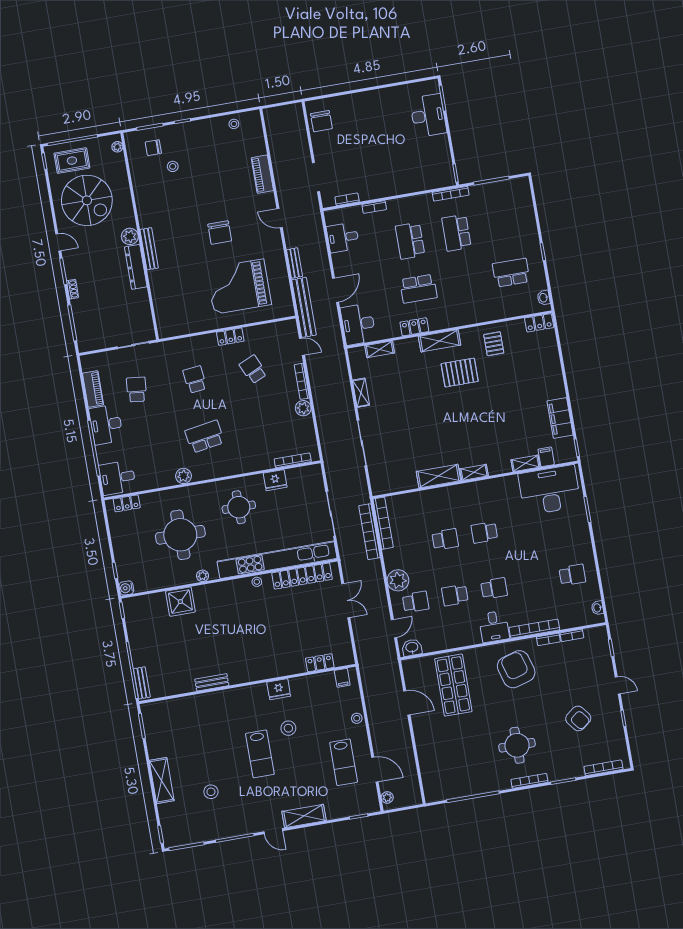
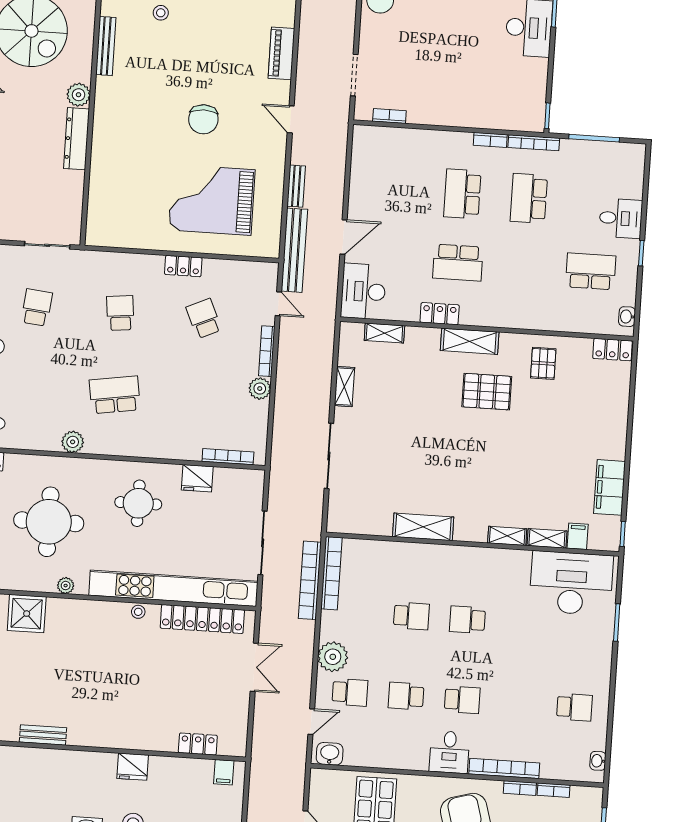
bookcase: (374, 207) -> (490, 140), moved
desk: (343, 237) -> (621, 218), moved, turned 180
bench: (149, 249) -> (106, 46), moved
shelving: (474, 472) -> (507, 536), moved

